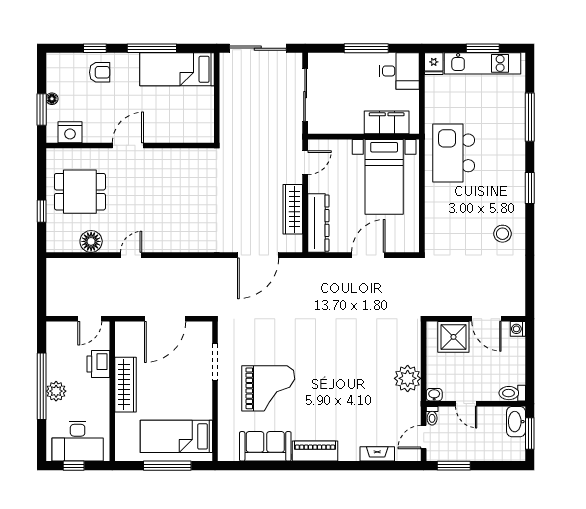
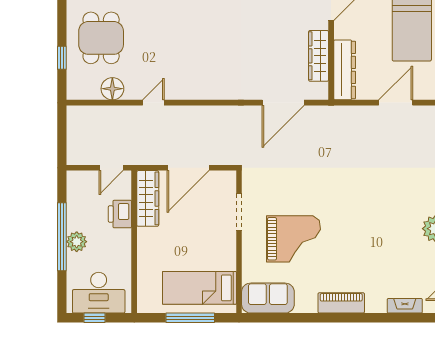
dining table: (80, 192) -> (101, 38), turned 90
wardrobe: (126, 385) -> (148, 198), moved
sofa: (265, 446) -> (268, 298), moved

